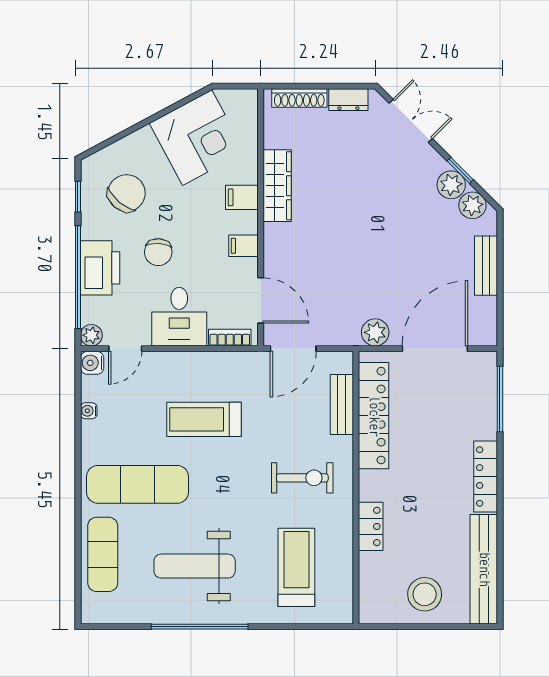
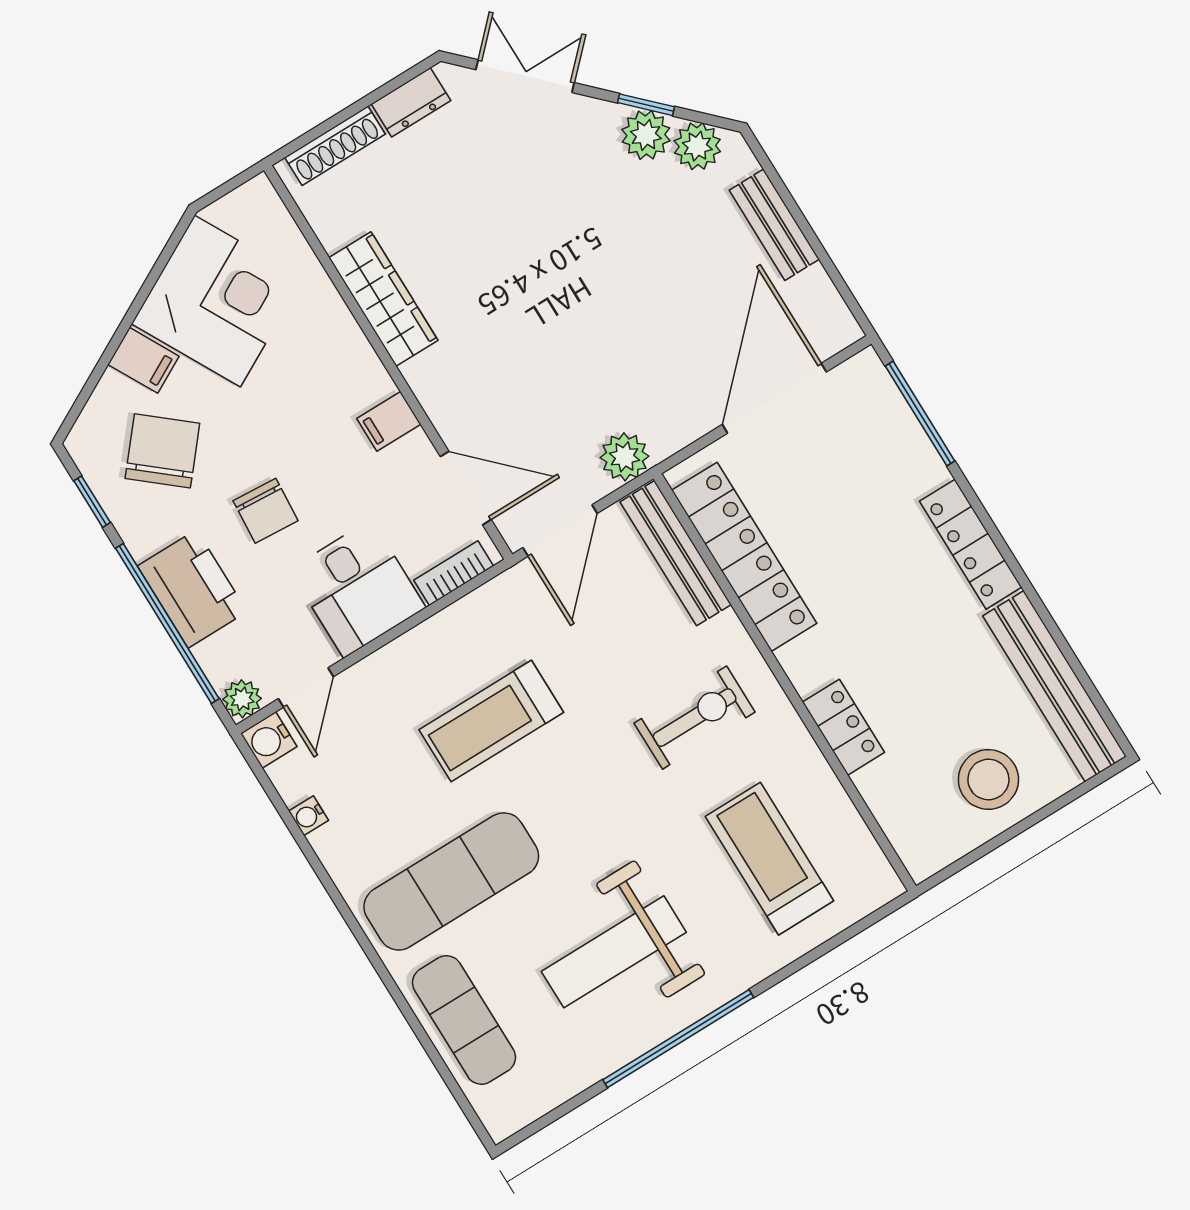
filing cabinet: (242, 197) -> (143, 360), moved, turned -118
plant: (375, 332) -> (625, 457), moved
bench: (342, 405) -> (676, 553), width x1.36

